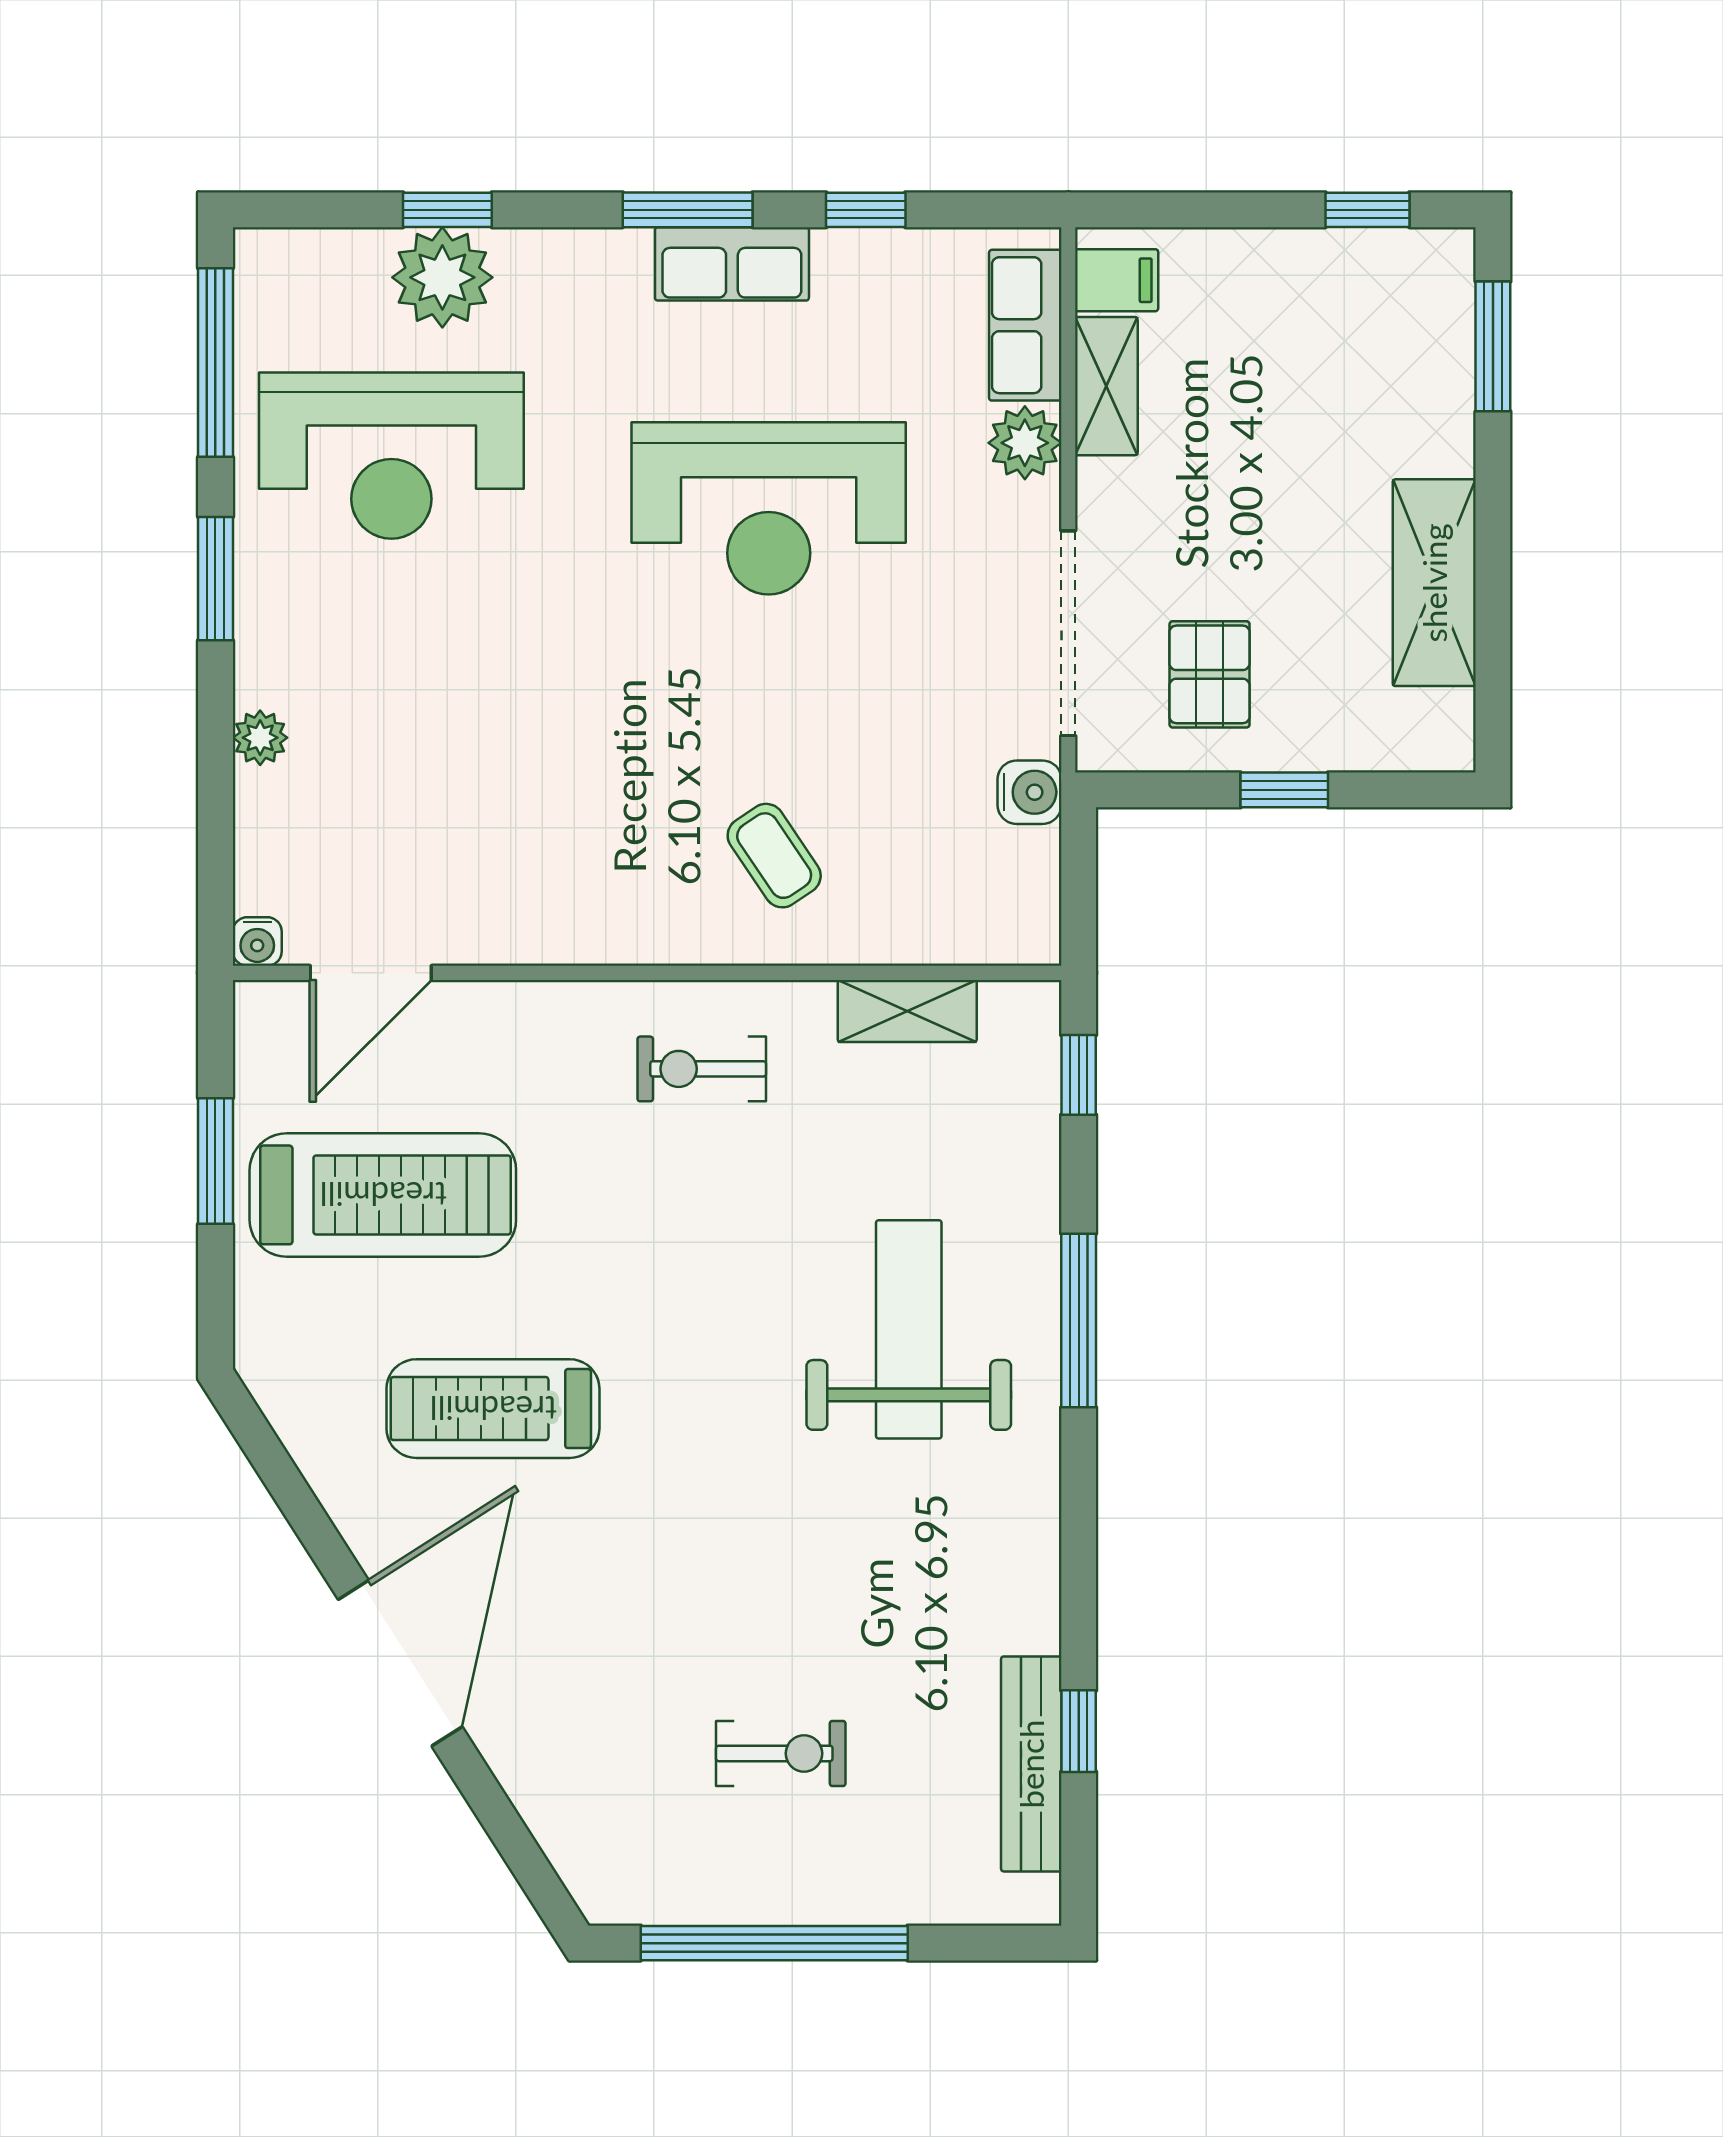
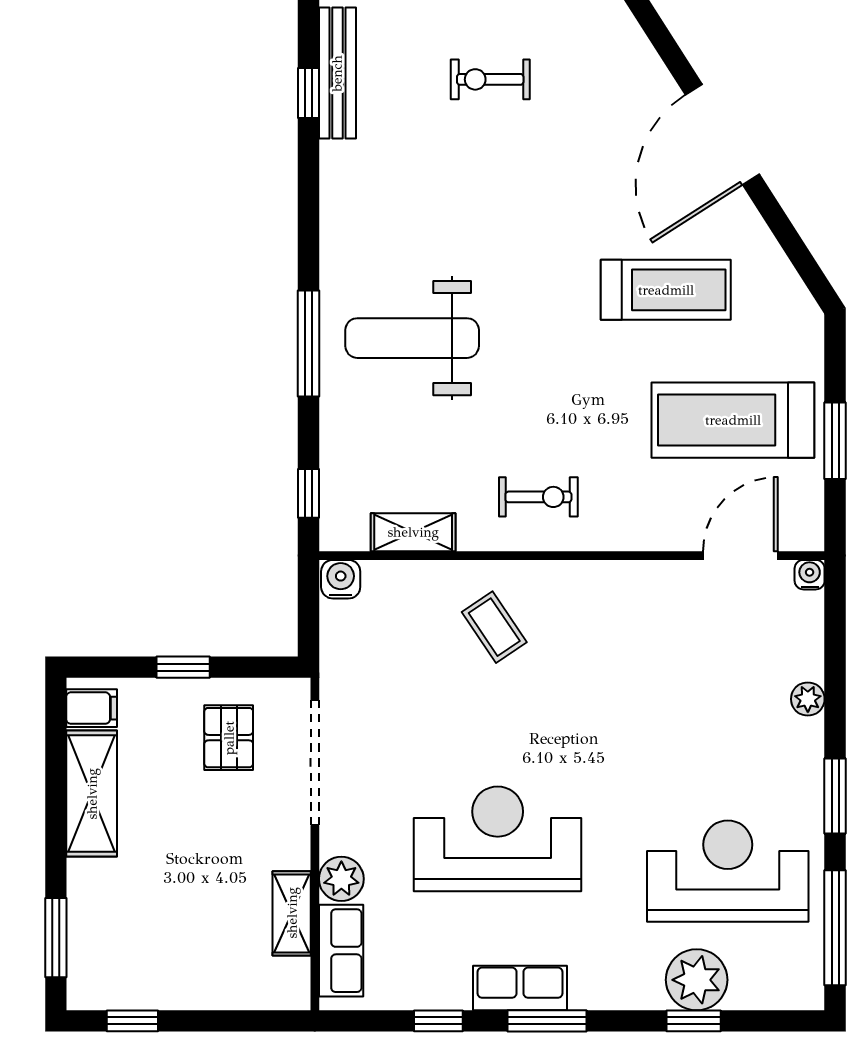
filing cabinet: (1117, 280) -> (92, 708), moved, turned 180
water cooler: (1029, 792) -> (341, 579), moved, turned 90
weight bench: (909, 1329) -> (412, 338), turned 90

